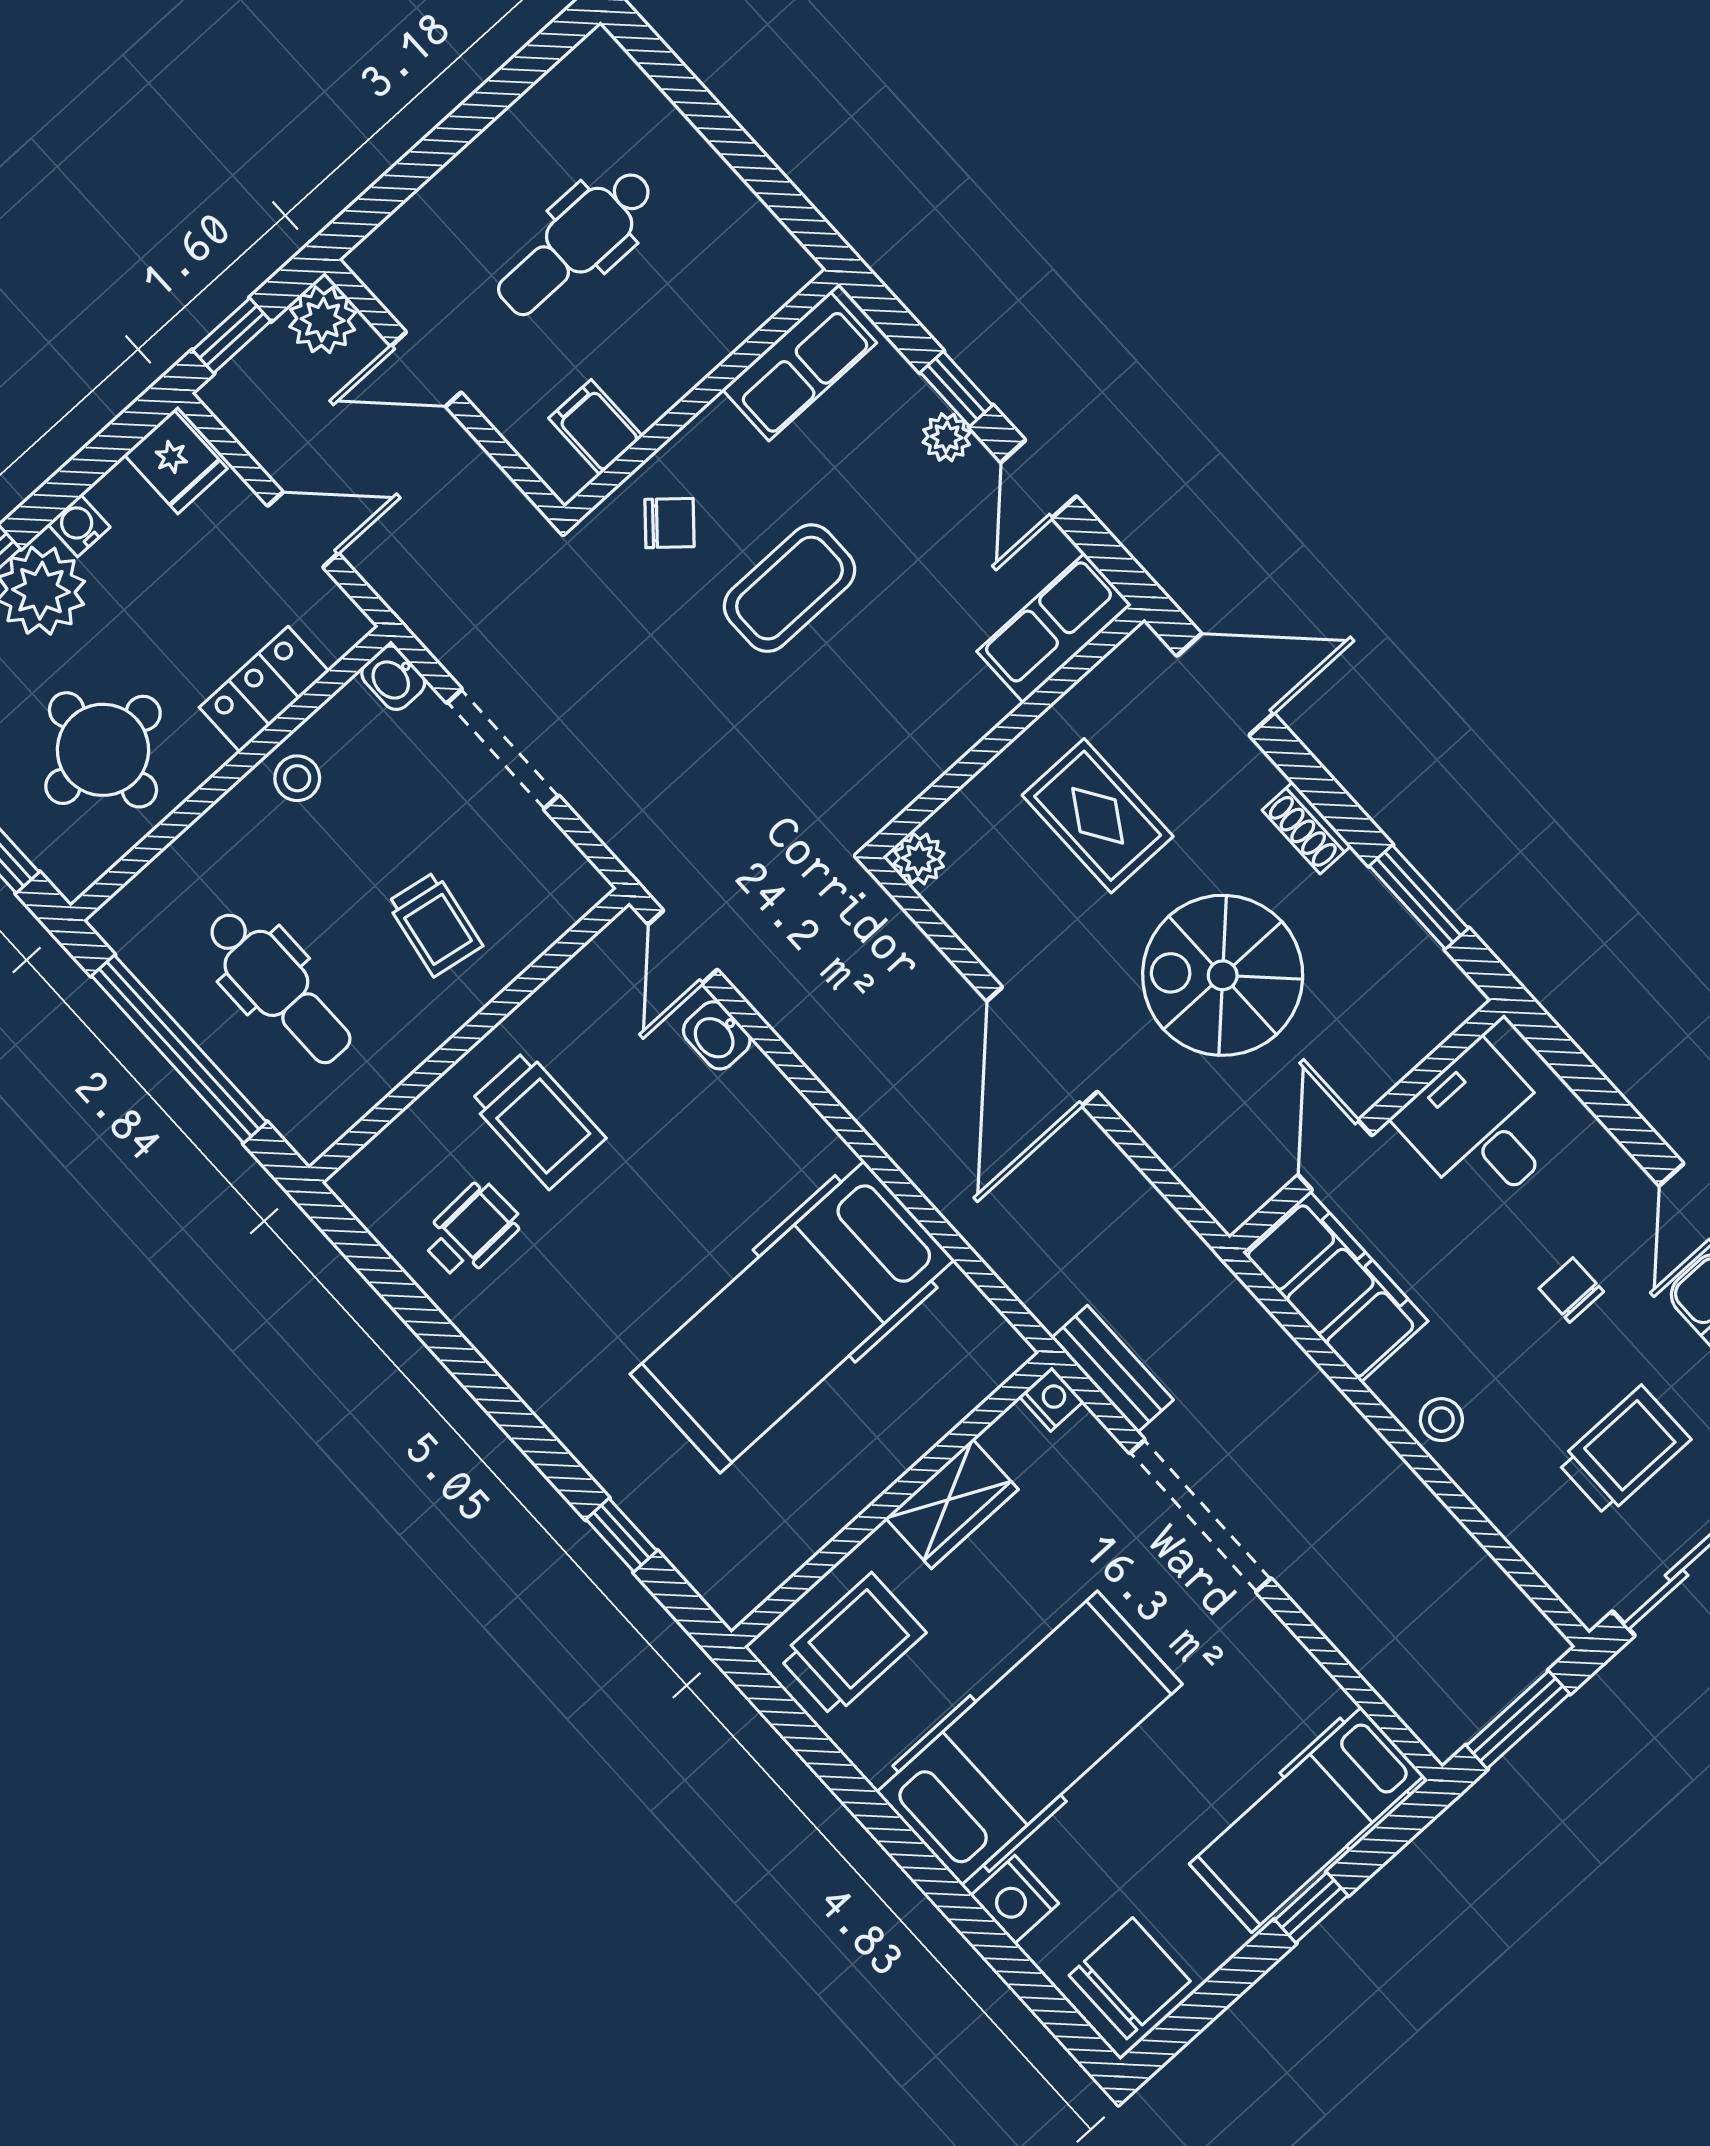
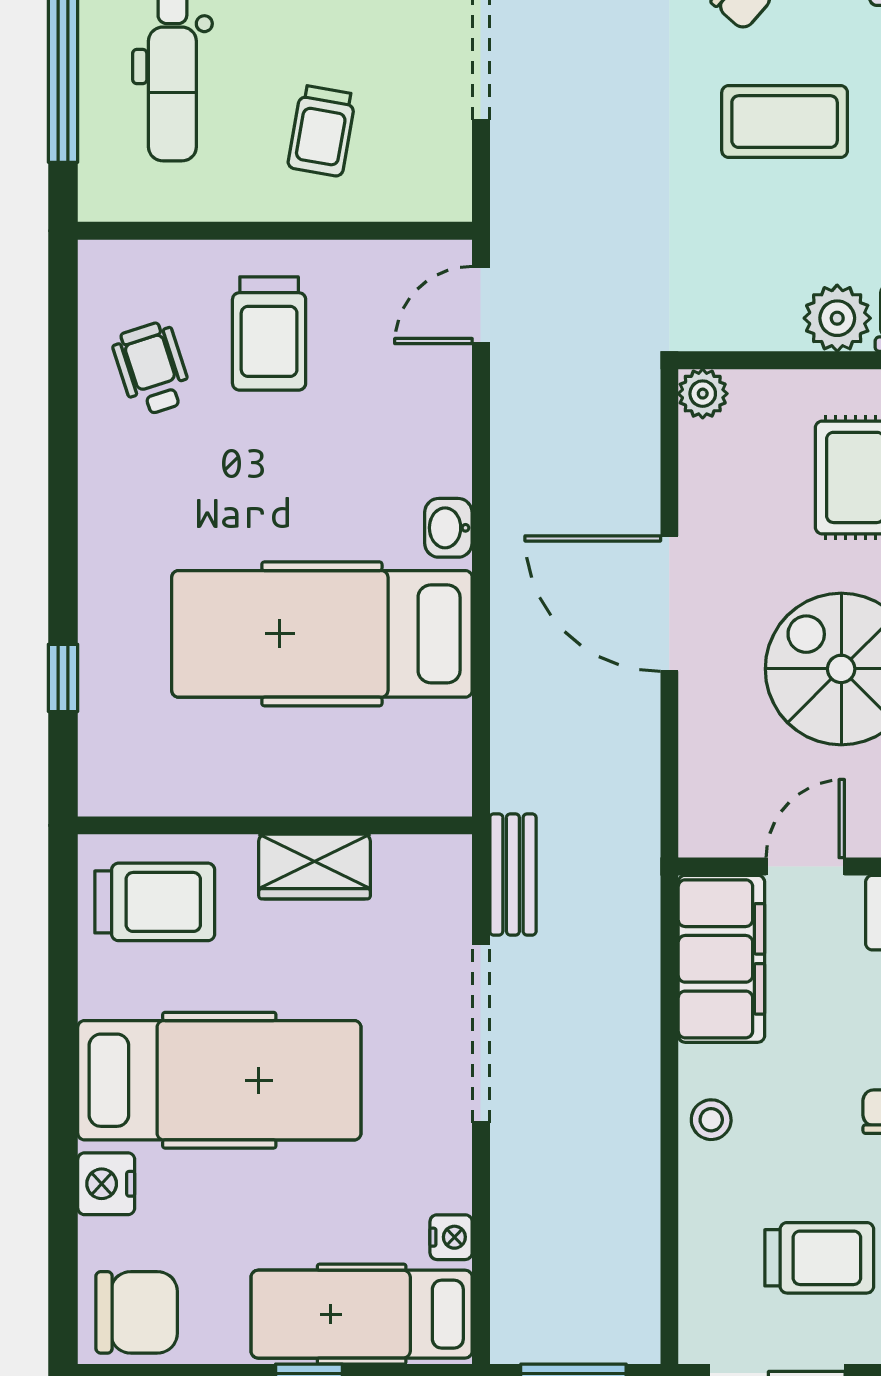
plant: (970, 704) -> (837, 318), added
washbasin: (717, 1035) -> (448, 528), moved
door: (1042, 1046) -> (669, 604), hinge flipped
wheelchair: (471, 1230) -> (152, 369), turned -106
nightstand: (1051, 1399) -> (451, 1237), moved

